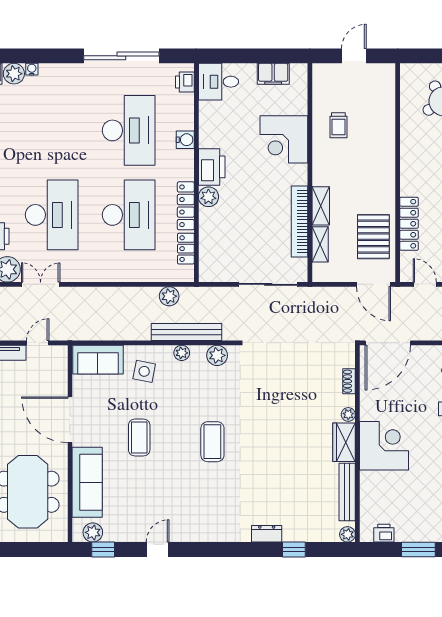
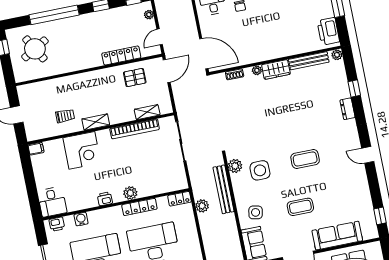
filing cabinet: (273, 74) -> (36, 149), moved, width x0.50
water cooler: (185, 140) -> (81, 219), moved
printer: (212, 167) -> (105, 199), width x0.53, depth x0.68
shelving: (321, 206) -> (96, 122), moved
pallet: (373, 237) -> (135, 78), width x0.67, depth x0.71
locker: (186, 249) -> (180, 199), moved
plant: (182, 353) -> (238, 190), removed
side table: (203, 390) -> (260, 170), added
coffee table: (212, 442) -> (305, 159), moved
corner desk: (384, 446) -> (273, 42), removed
plant: (93, 532) -> (370, 225), removed
printer: (384, 533) -> (328, 31), width x1.87, depth x1.48
door: (158, 549) -> (368, 155), moved

